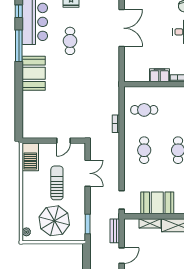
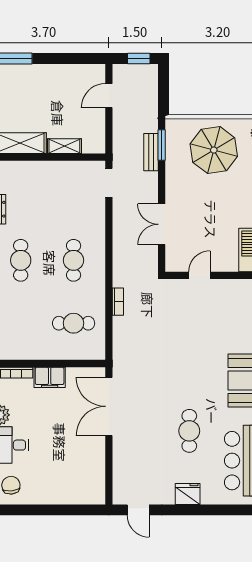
double door: (122, 28) -> (109, 406), moved
sun lounger: (57, 183) -> (210, 209), removed
booth: (157, 203) -> (53, 178), removed
bench: (115, 231) -> (151, 152), moved

